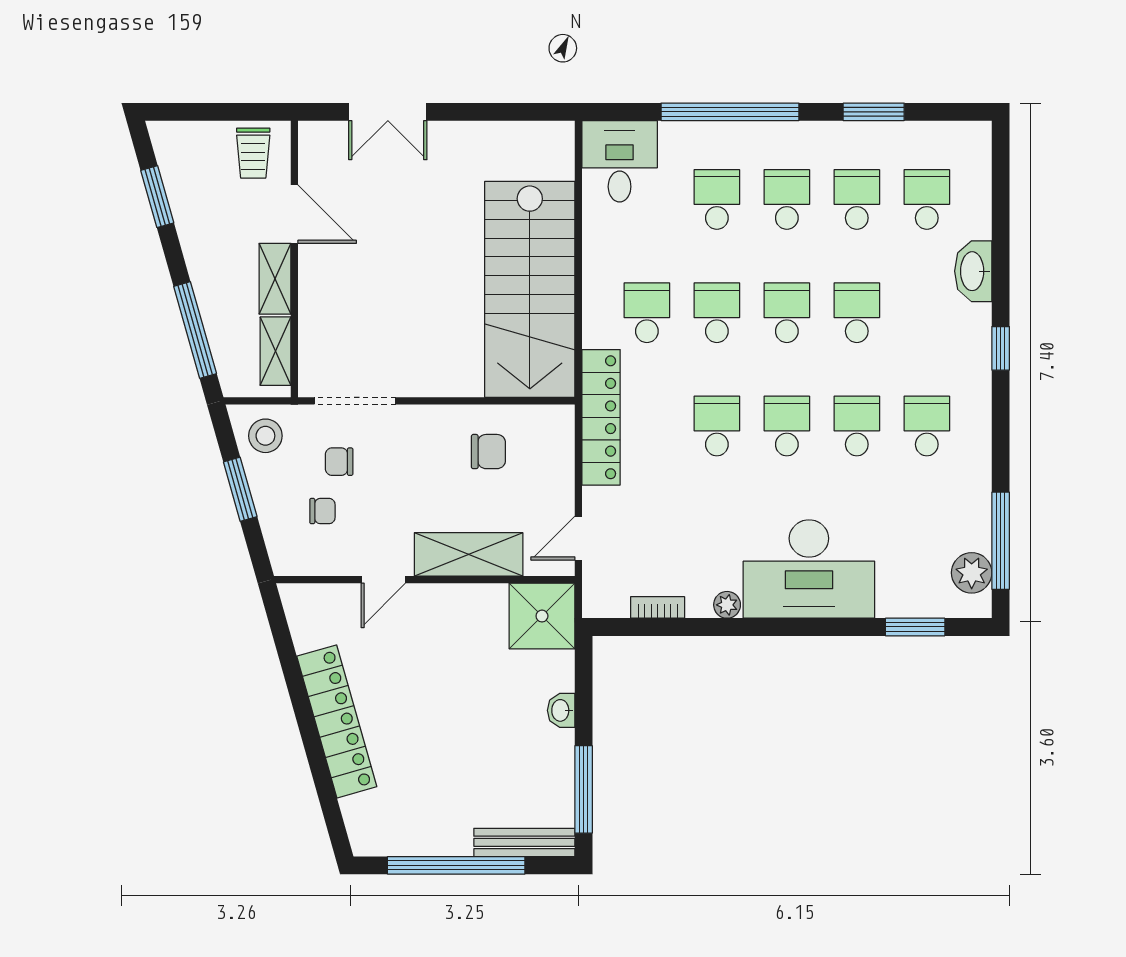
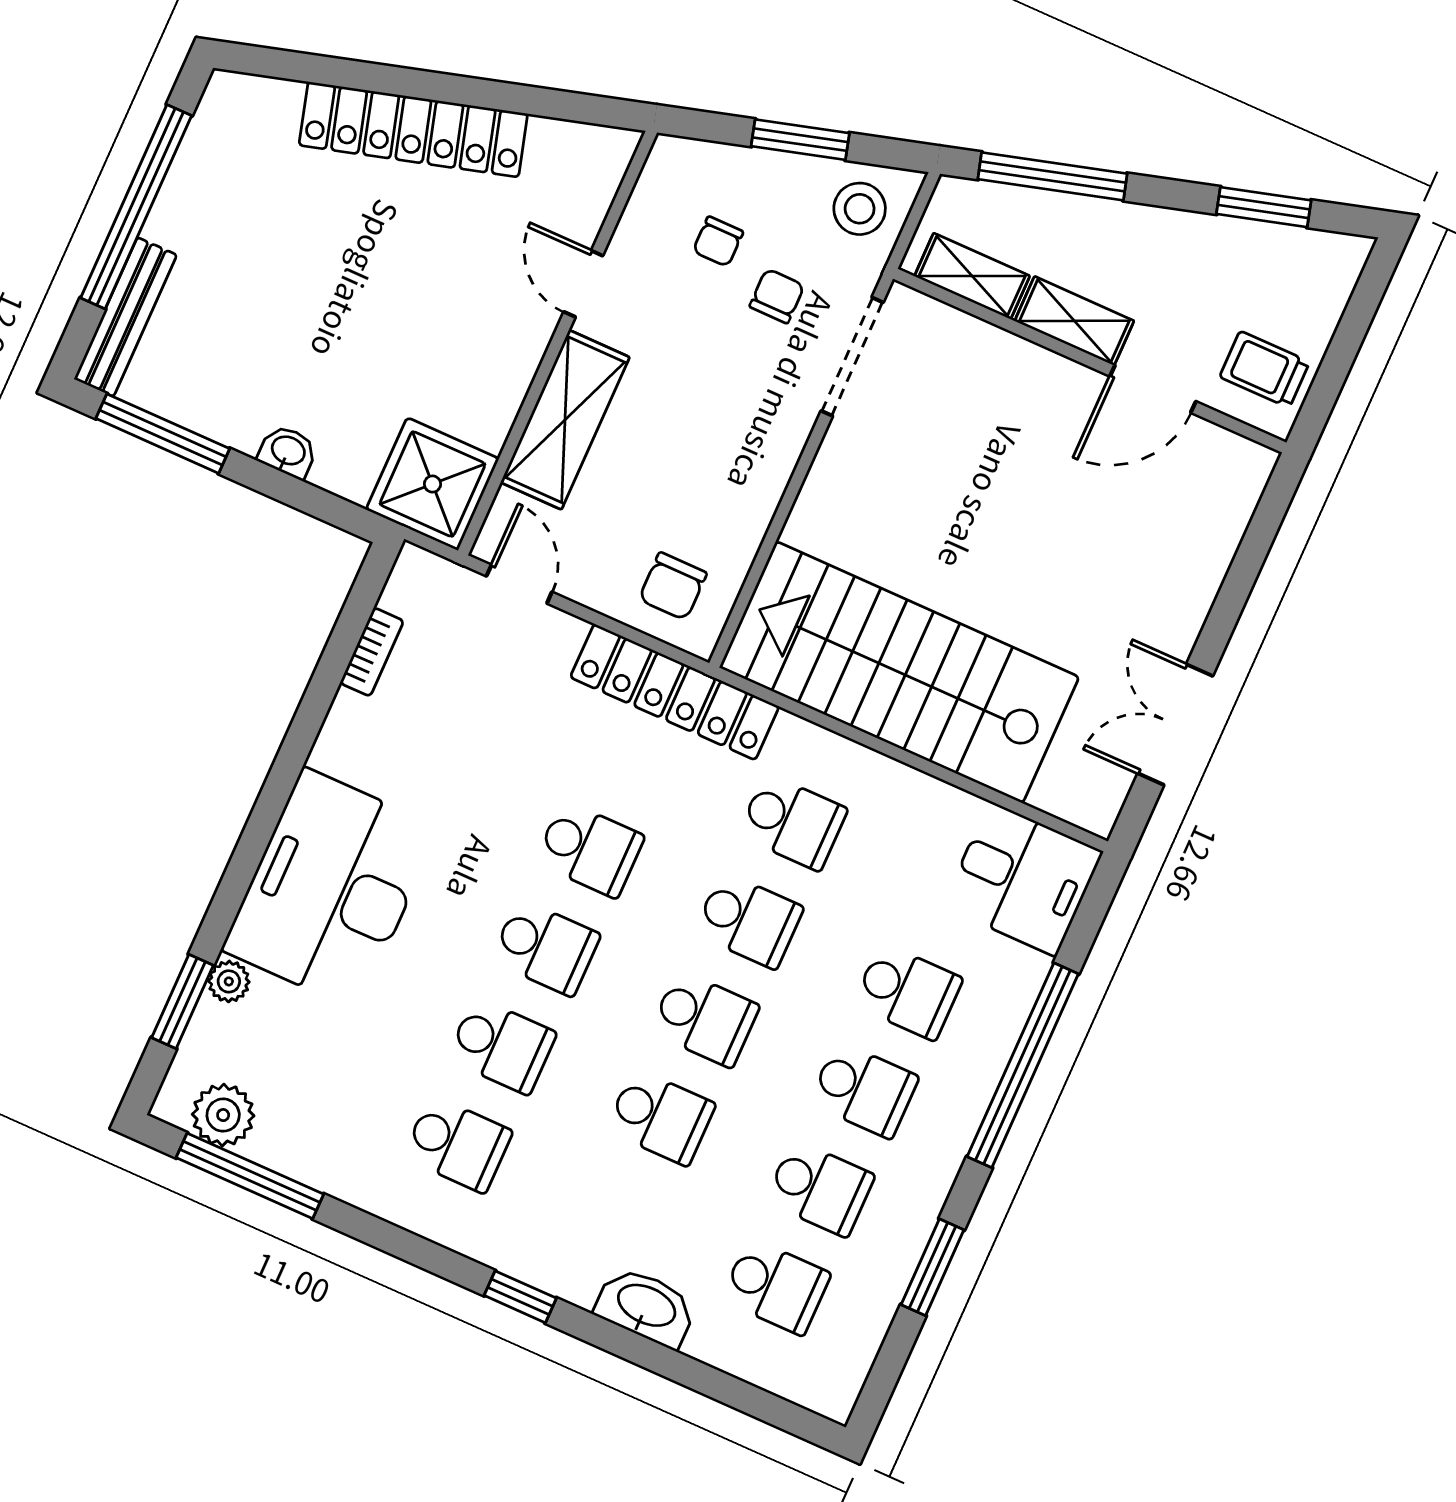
double door: (388, 112) -> (1175, 725), moved
chair: (488, 452) -> (673, 586), moved
plant: (727, 605) -> (229, 981), moved

